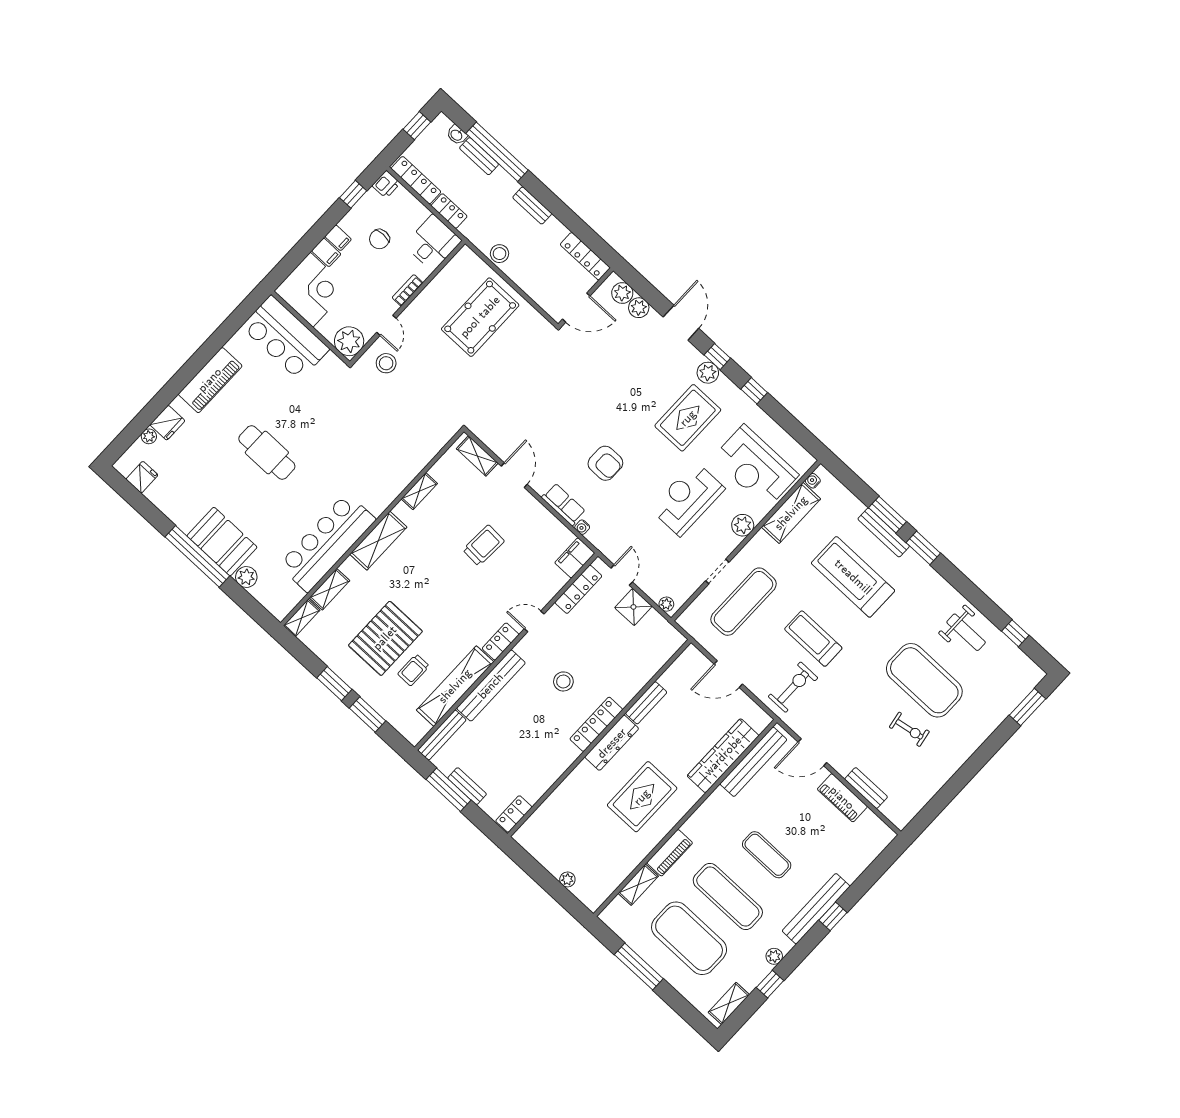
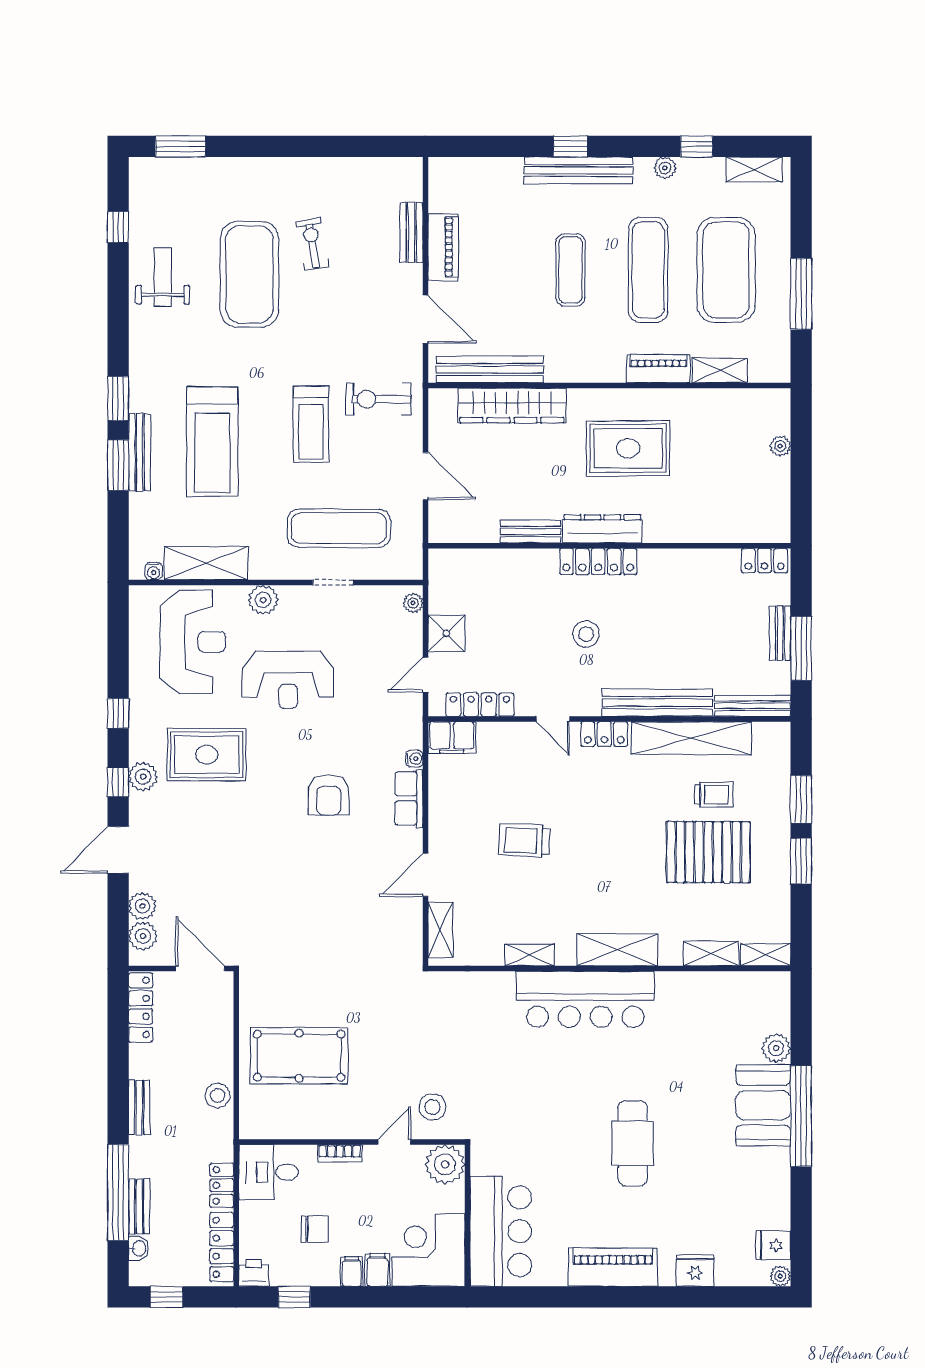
plant: (149, 436) -> (780, 1276), moved
armchair: (605, 463) -> (329, 795), turned 180
bar counter: (327, 542) -> (585, 999), moved

